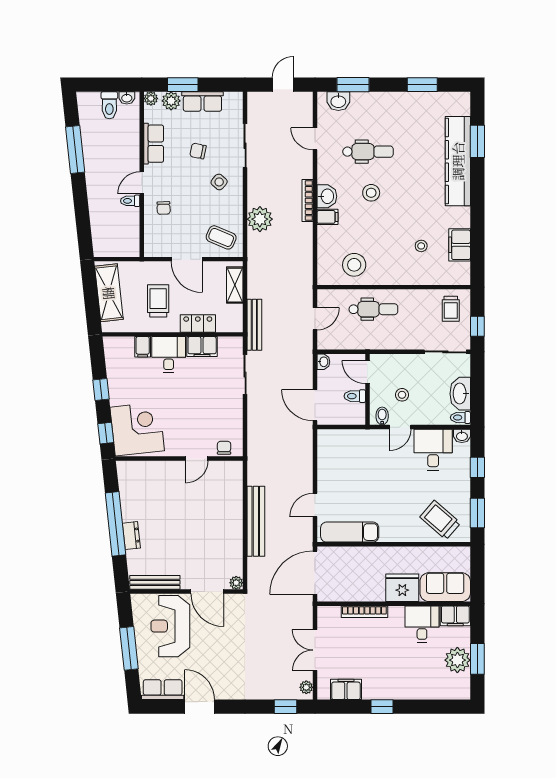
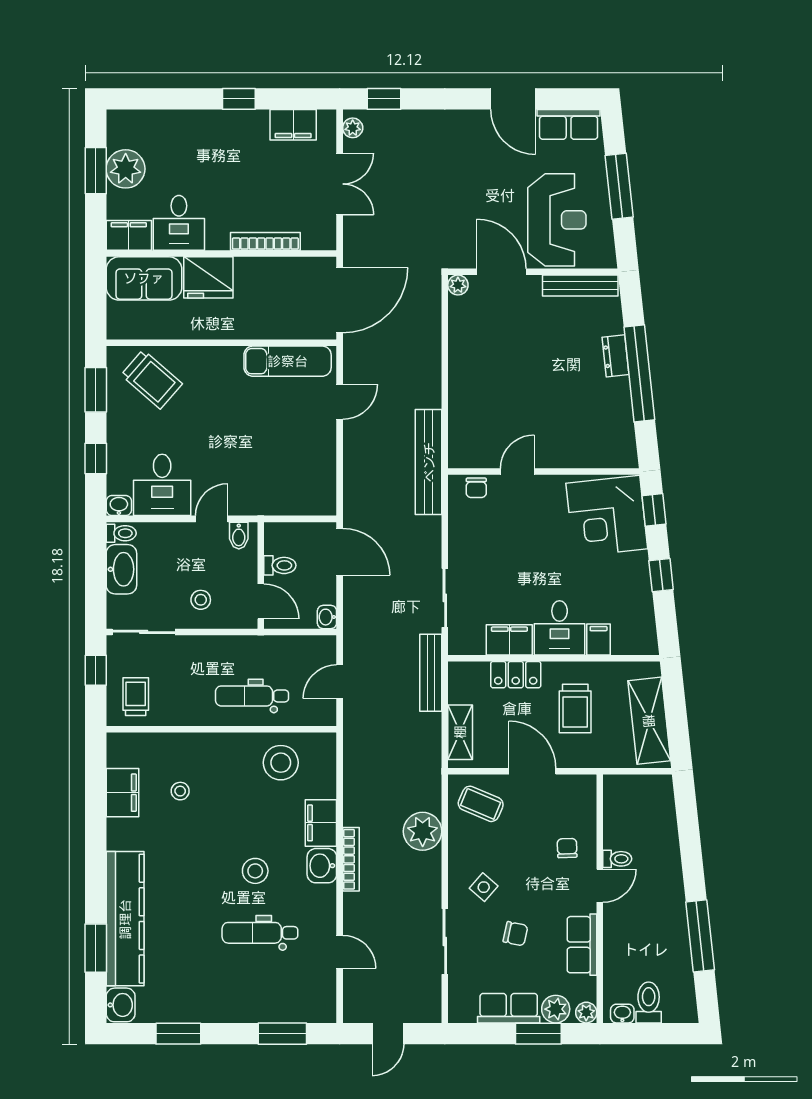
washbasin: (338, 101) -> (121, 1005), moved, turned 90
filing cabinet: (327, 217) -> (321, 823), width x2.00
stool: (402, 395) -> (201, 600), moved
bench: (256, 521) -> (429, 462), moved

